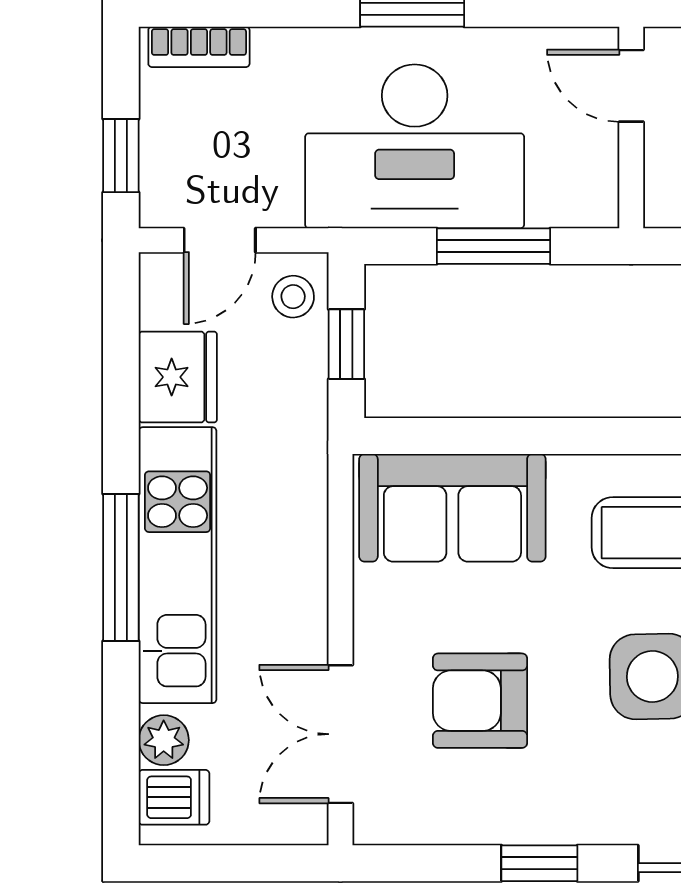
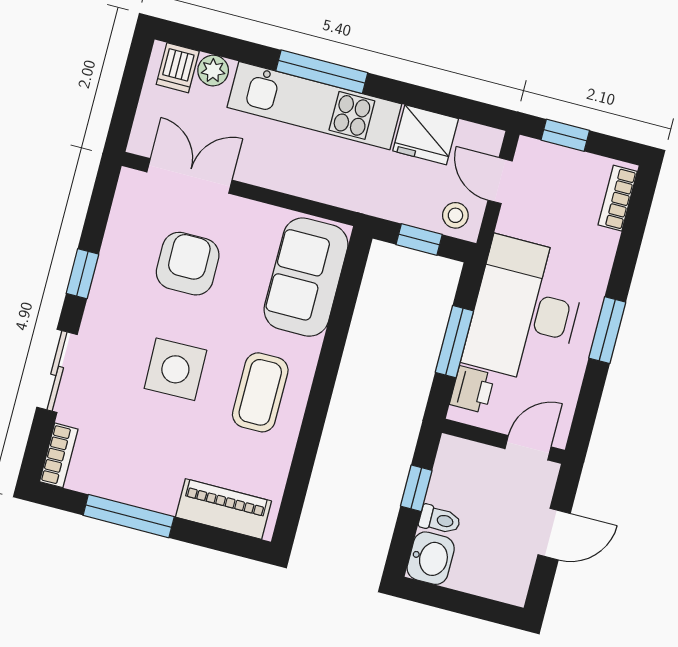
printer: (562, 198) -> (472, 390), added

